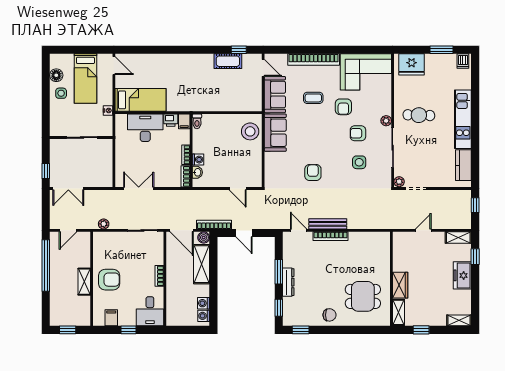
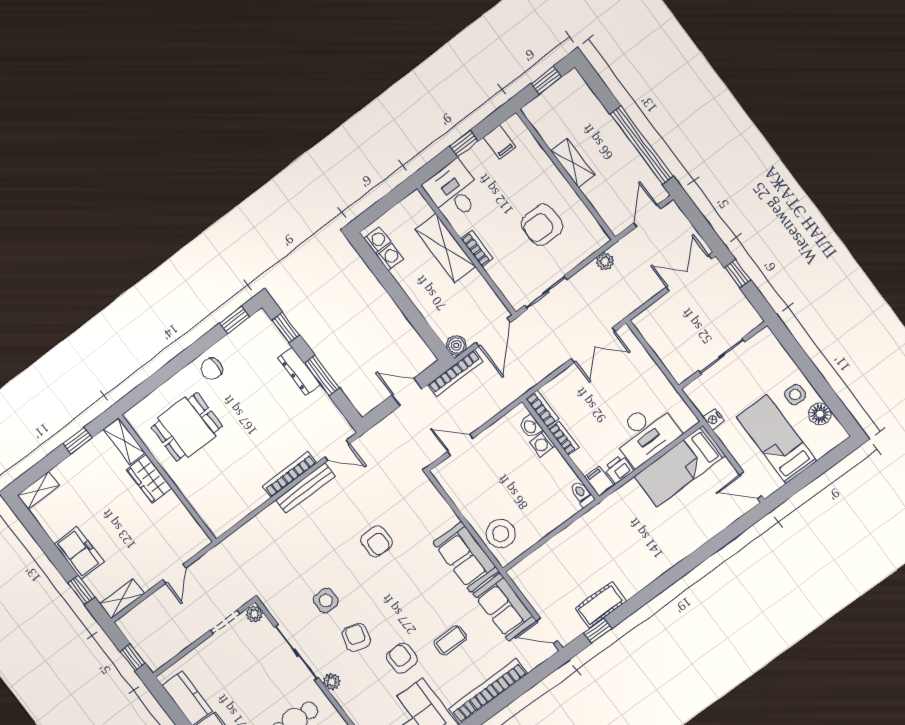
armchair: (358, 133) -> (356, 638), turned -74
door: (182, 230) -> (493, 332), swing flipped
shelving: (201, 264) -> (445, 248), moved
armchair: (109, 280) -> (542, 225), moved

